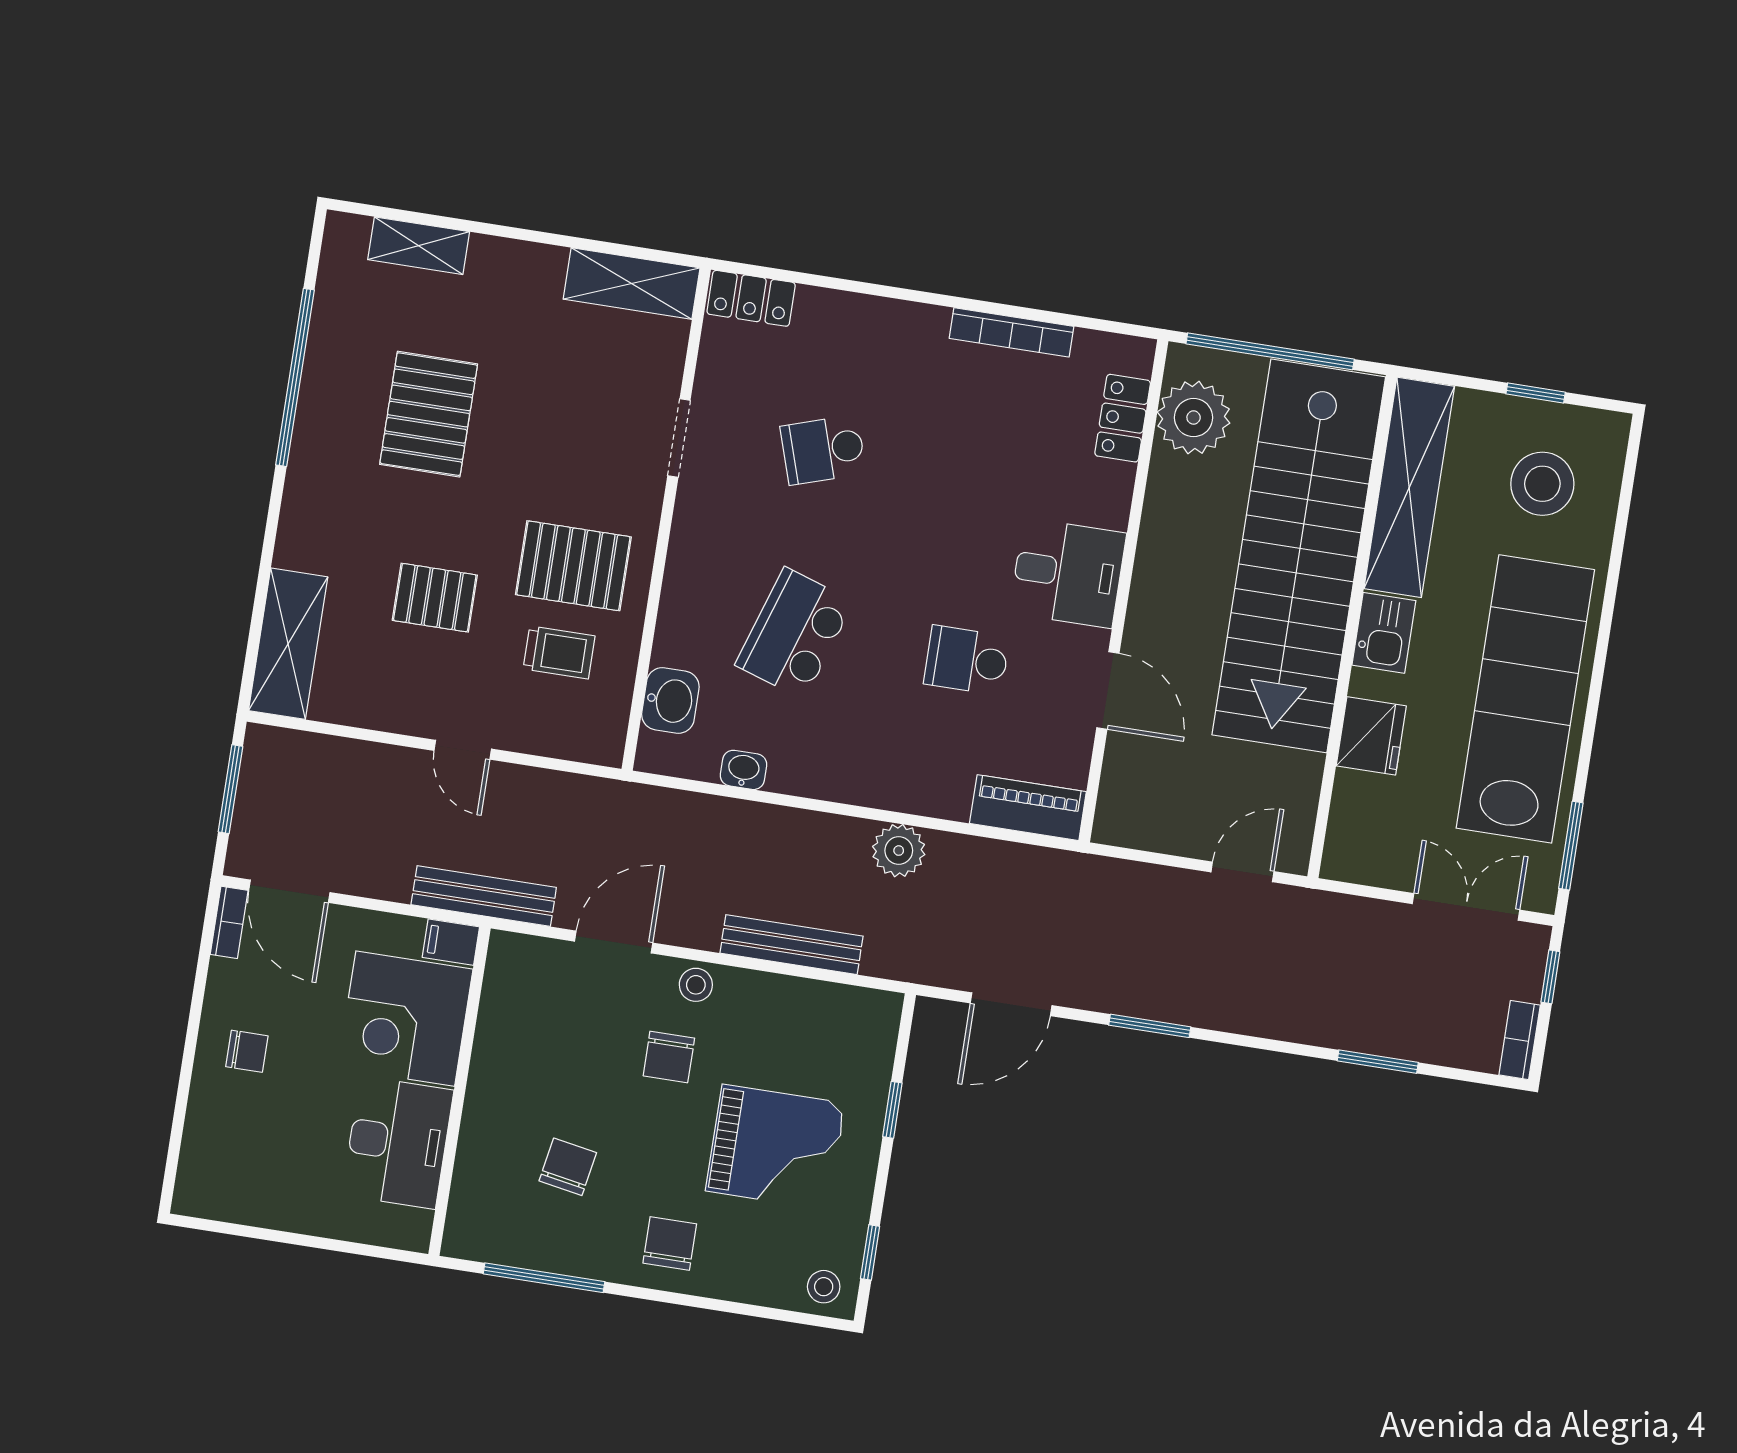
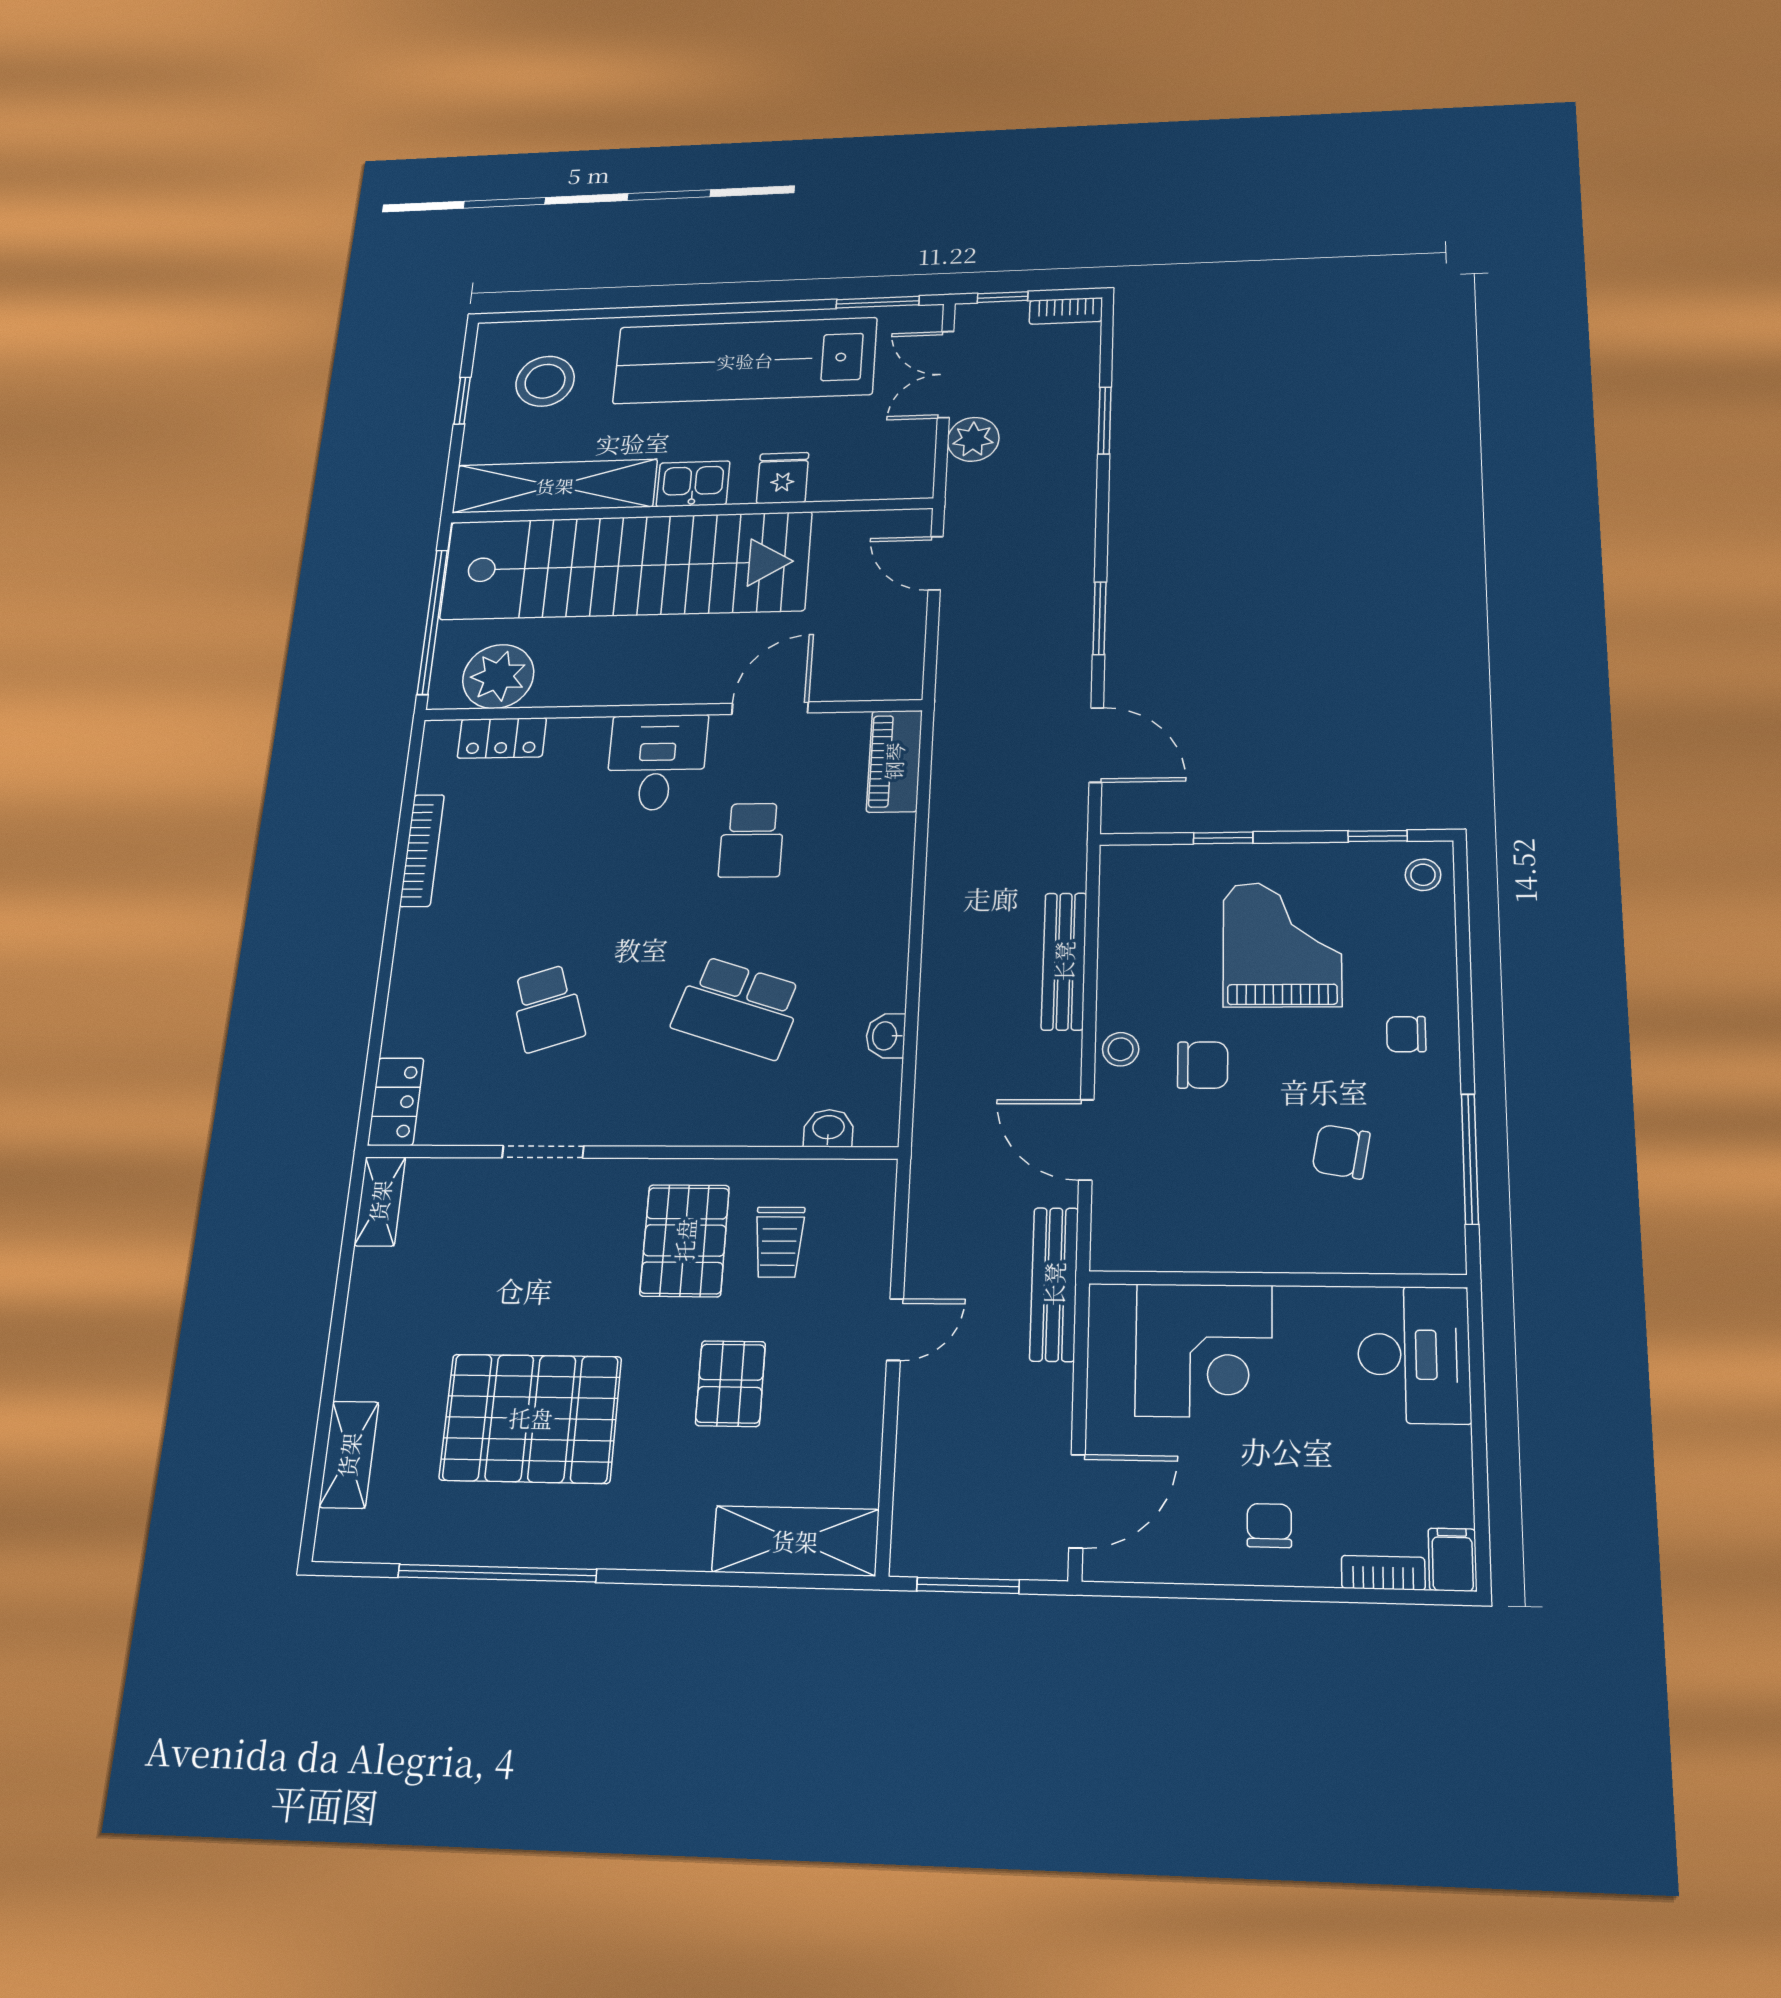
shelving: (632, 283) -> (380, 1201), width x0.67, depth x0.75
pallet: (429, 414) -> (531, 1418), width x1.37, depth x1.41
trolley: (559, 652) -> (779, 1242), turned 180
washbasin: (670, 700) -> (828, 1128), width x0.72, depth x0.69
fridge: (1371, 736) -> (783, 478), width x0.72
plant: (899, 851) -> (973, 439), moved
bookcase: (229, 922) -> (1383, 1573), moved
filing cabinet: (451, 942) -> (1453, 1560), moved, turned 180
desk: (398, 1142) -> (1414, 1355), moved, turned 90
chair: (670, 1243) -> (1406, 1034), width x0.73, depth x0.73

